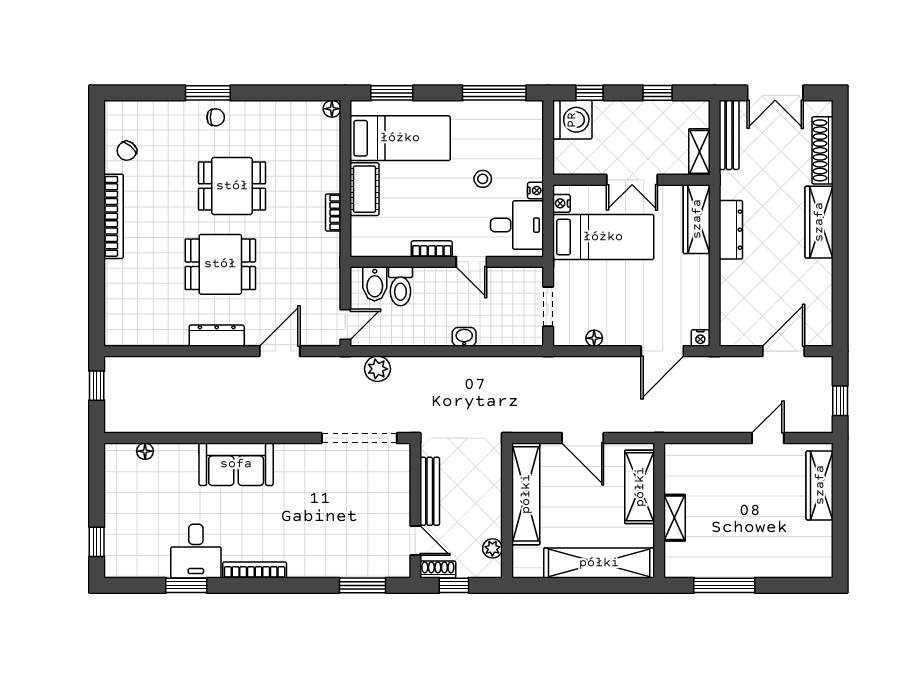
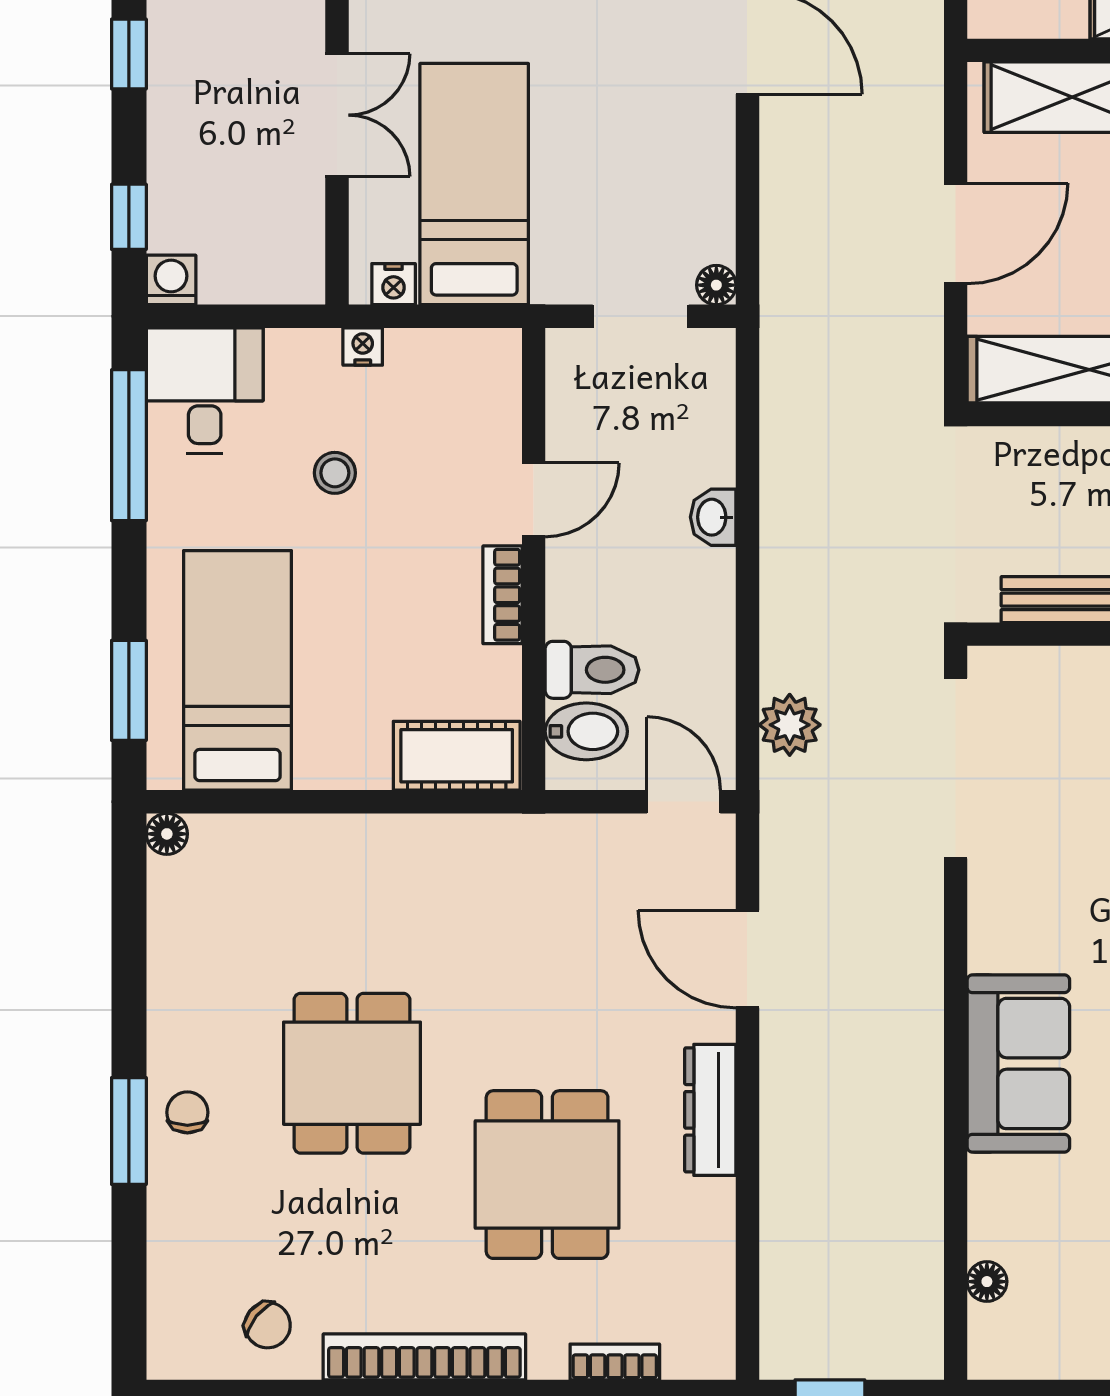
washing machine: (572, 120) -> (171, 280), width x0.53, depth x0.53
cot: (365, 189) -> (457, 756), moved
bookcase: (333, 213) -> (615, 1362), moved, turned 180
desk: (517, 225) -> (205, 391), moved
dining table: (220, 264) -> (547, 1175), moved
floor lamp: (594, 338) -> (716, 285), moved

